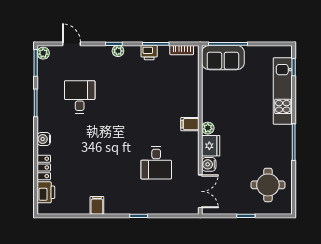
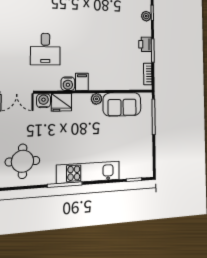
sofa: (223, 58) -> (122, 104), moved, turned -90
kitchen unit: (283, 91) -> (88, 172), moved
plant: (208, 128) -> (96, 99), moved
water cooler: (192, 139) -> (68, 84), added
desk: (156, 163) -> (45, 49), turned -90

